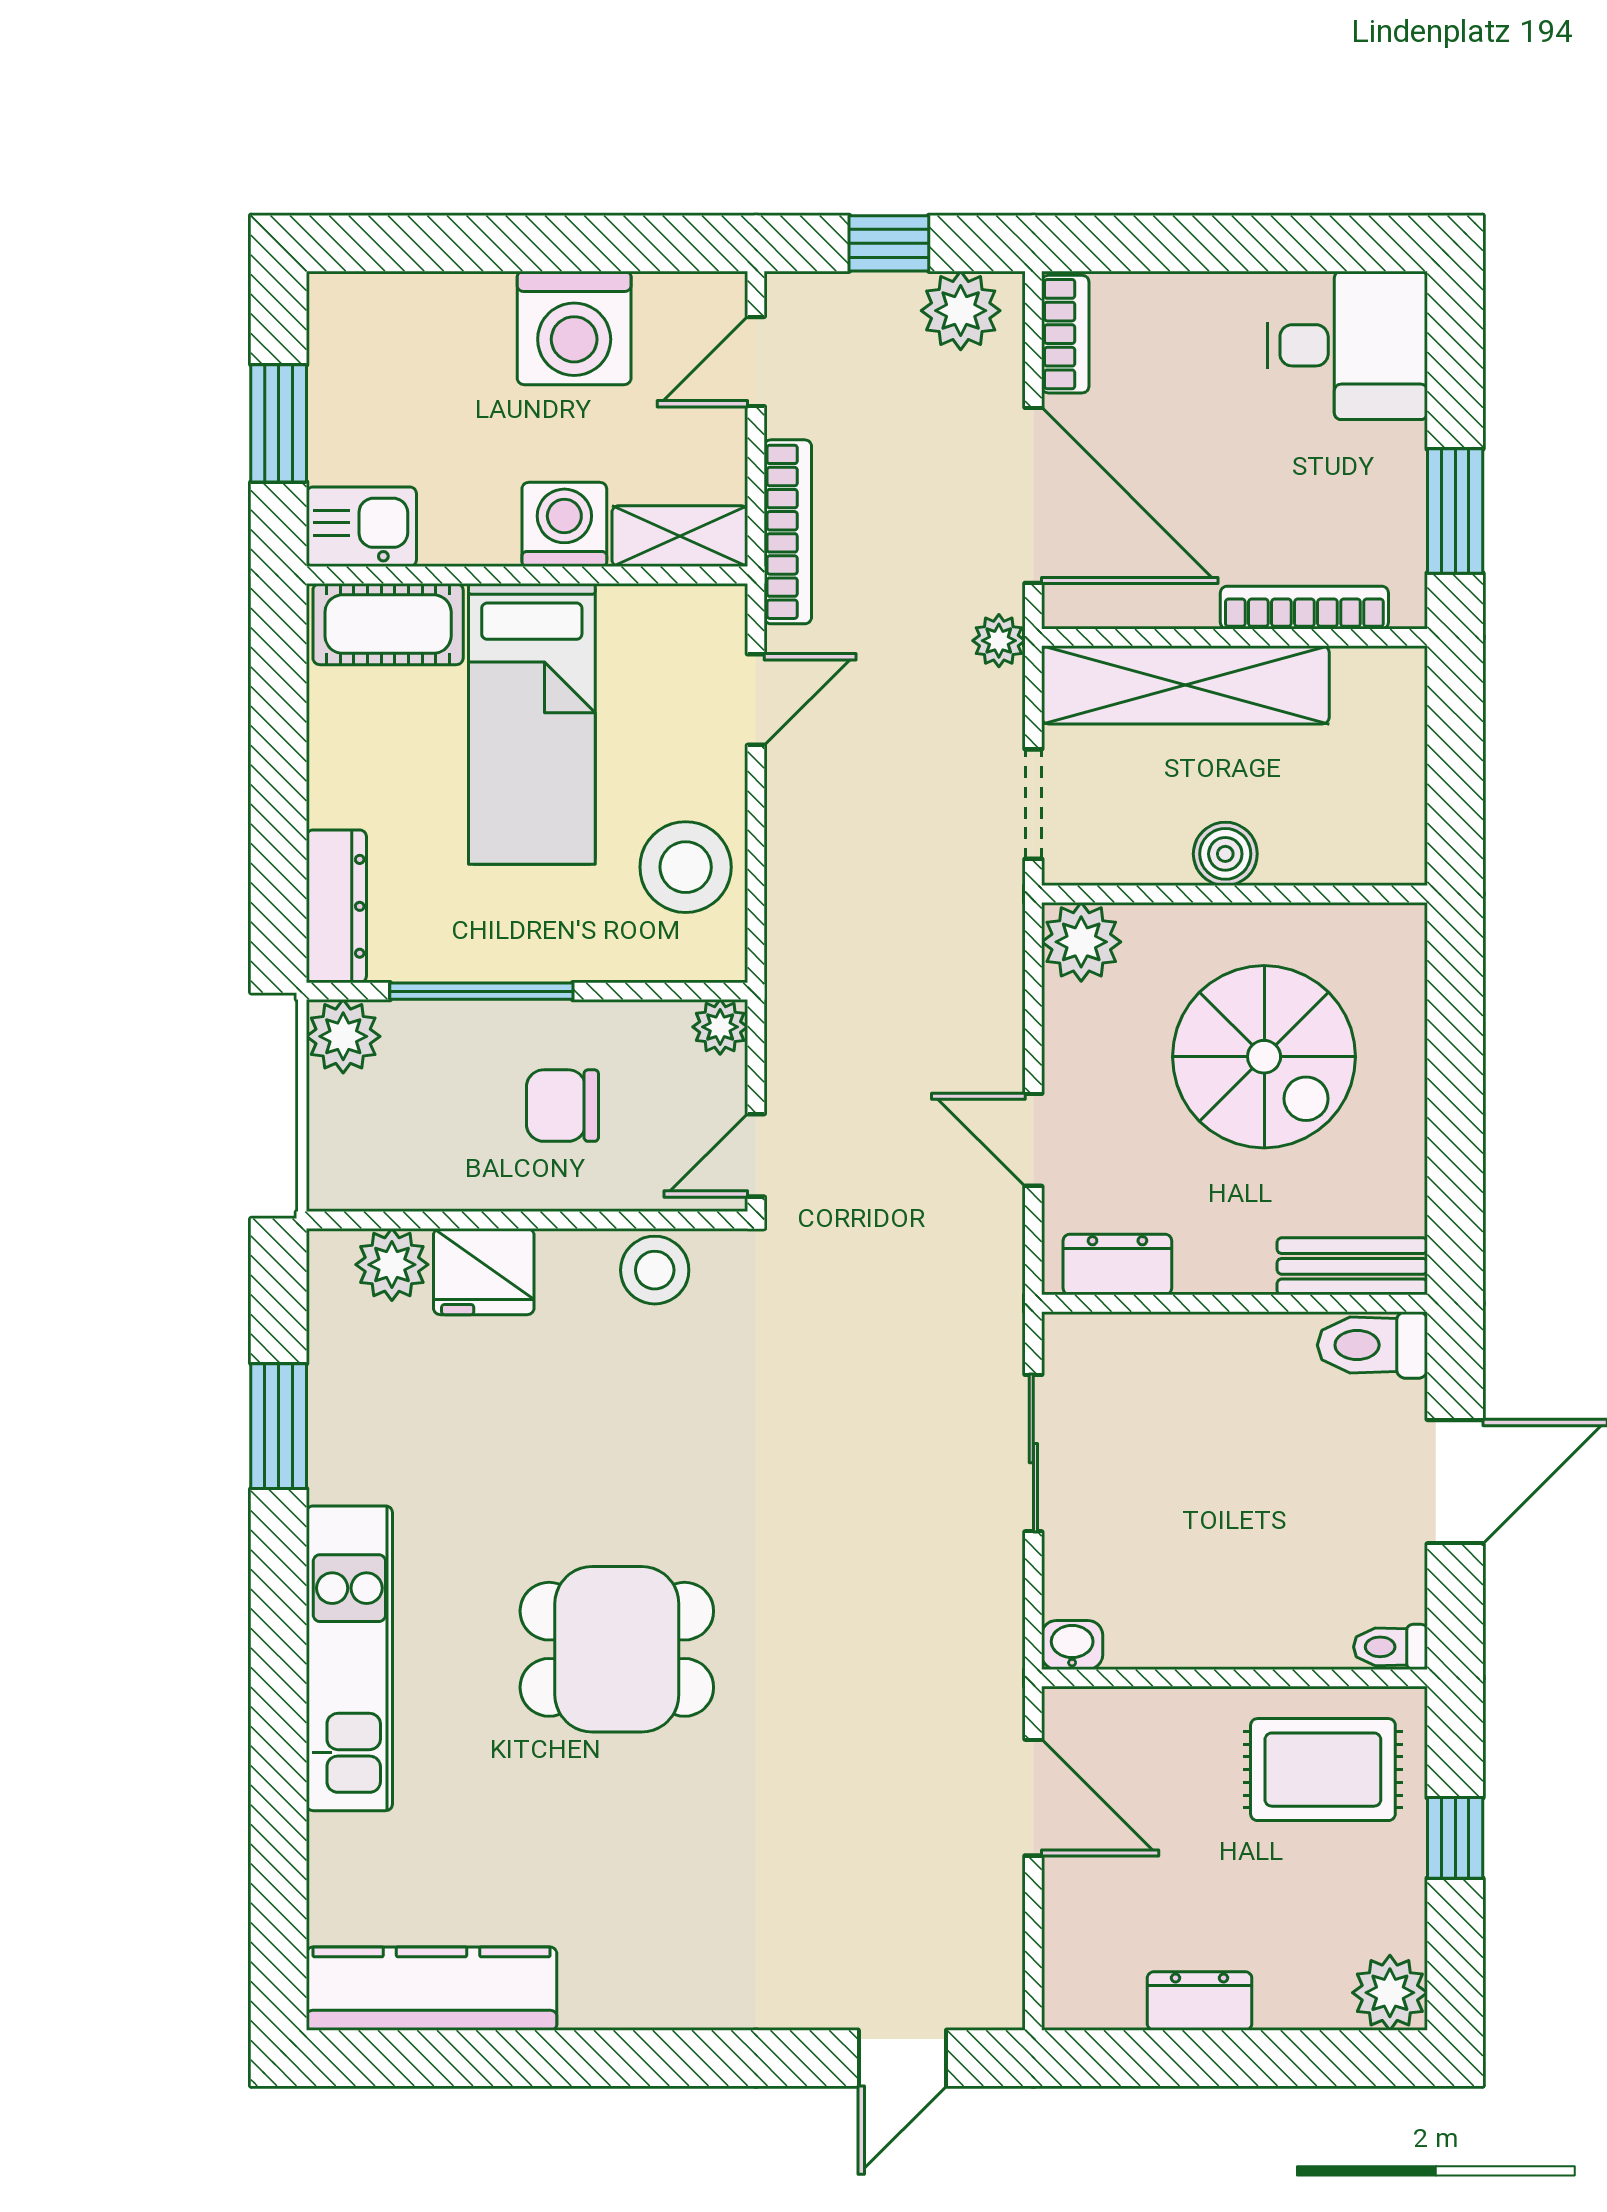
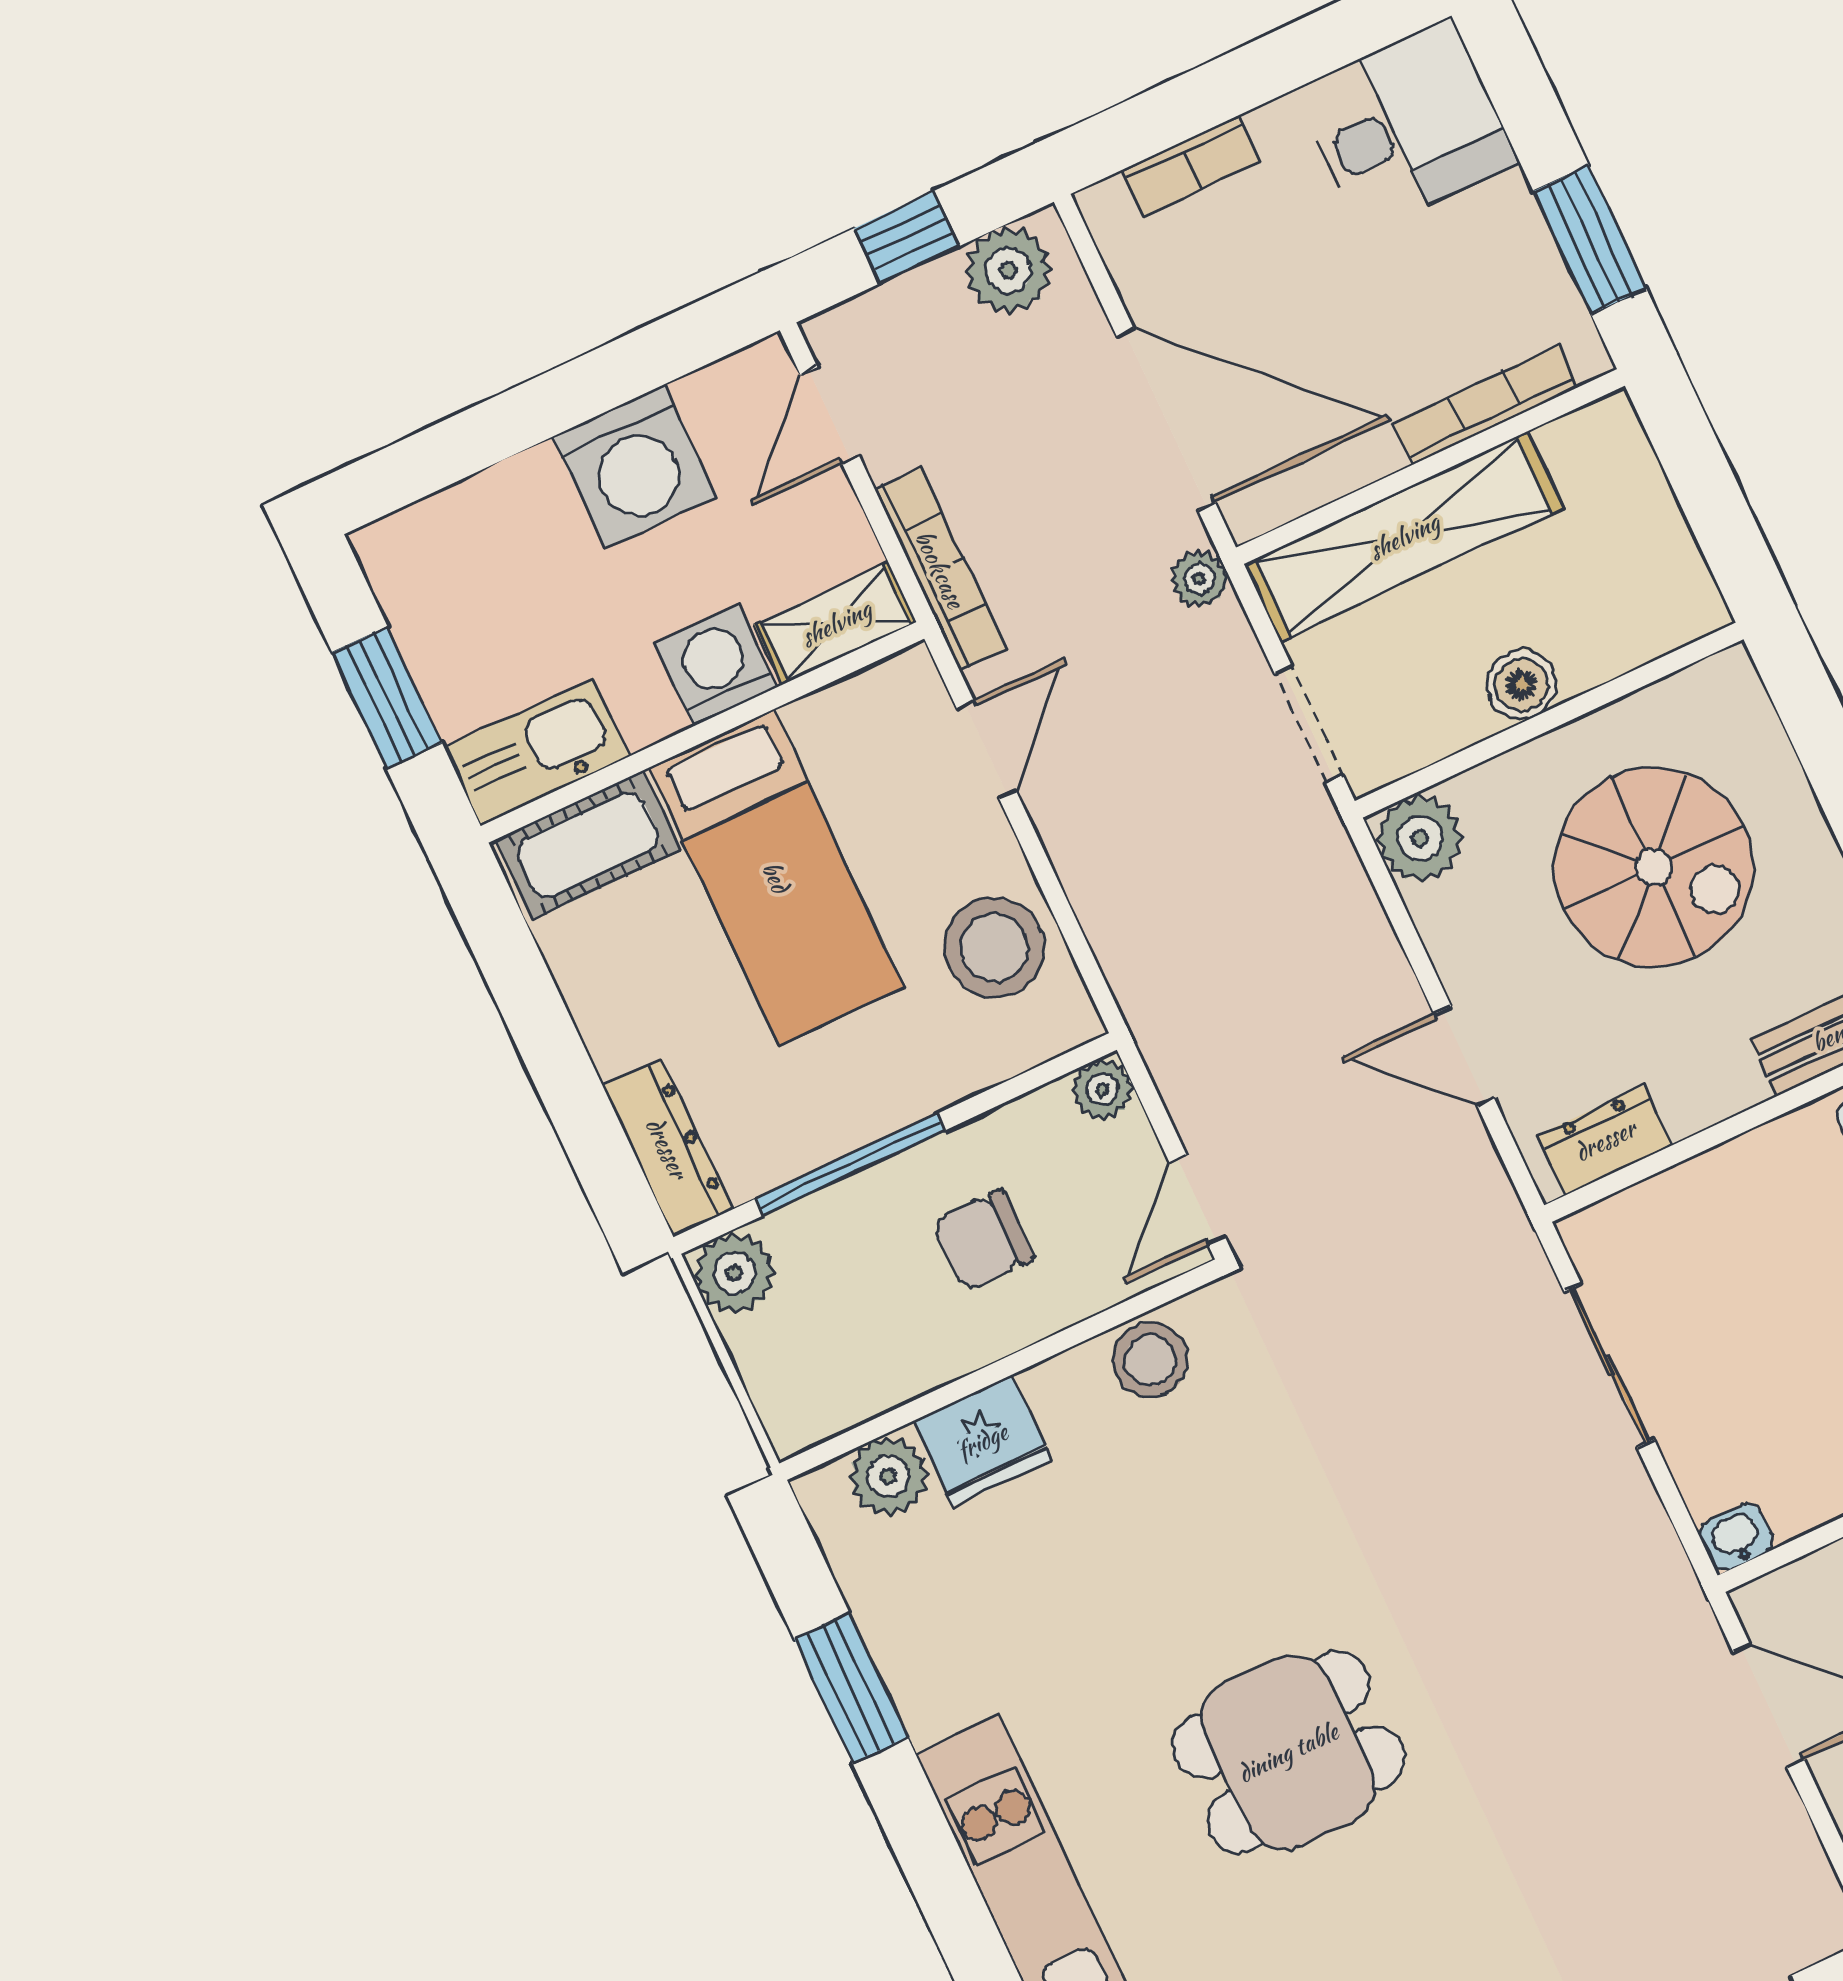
bookcase: (1065, 334) -> (1191, 166), moved, turned 90
kitchen sink: (361, 527) -> (537, 752), width x1.38

